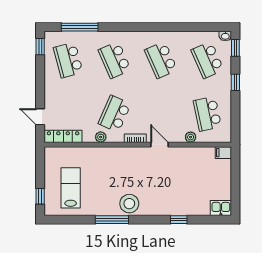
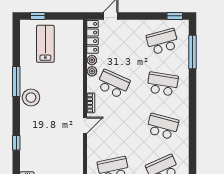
school desk: (115, 60) -> (162, 84), turned 33
school desk: (161, 60) -> (162, 127), turned 39
plant: (191, 137) -> (92, 60), moved
lab bench: (71, 188) -> (45, 44), turned -90

